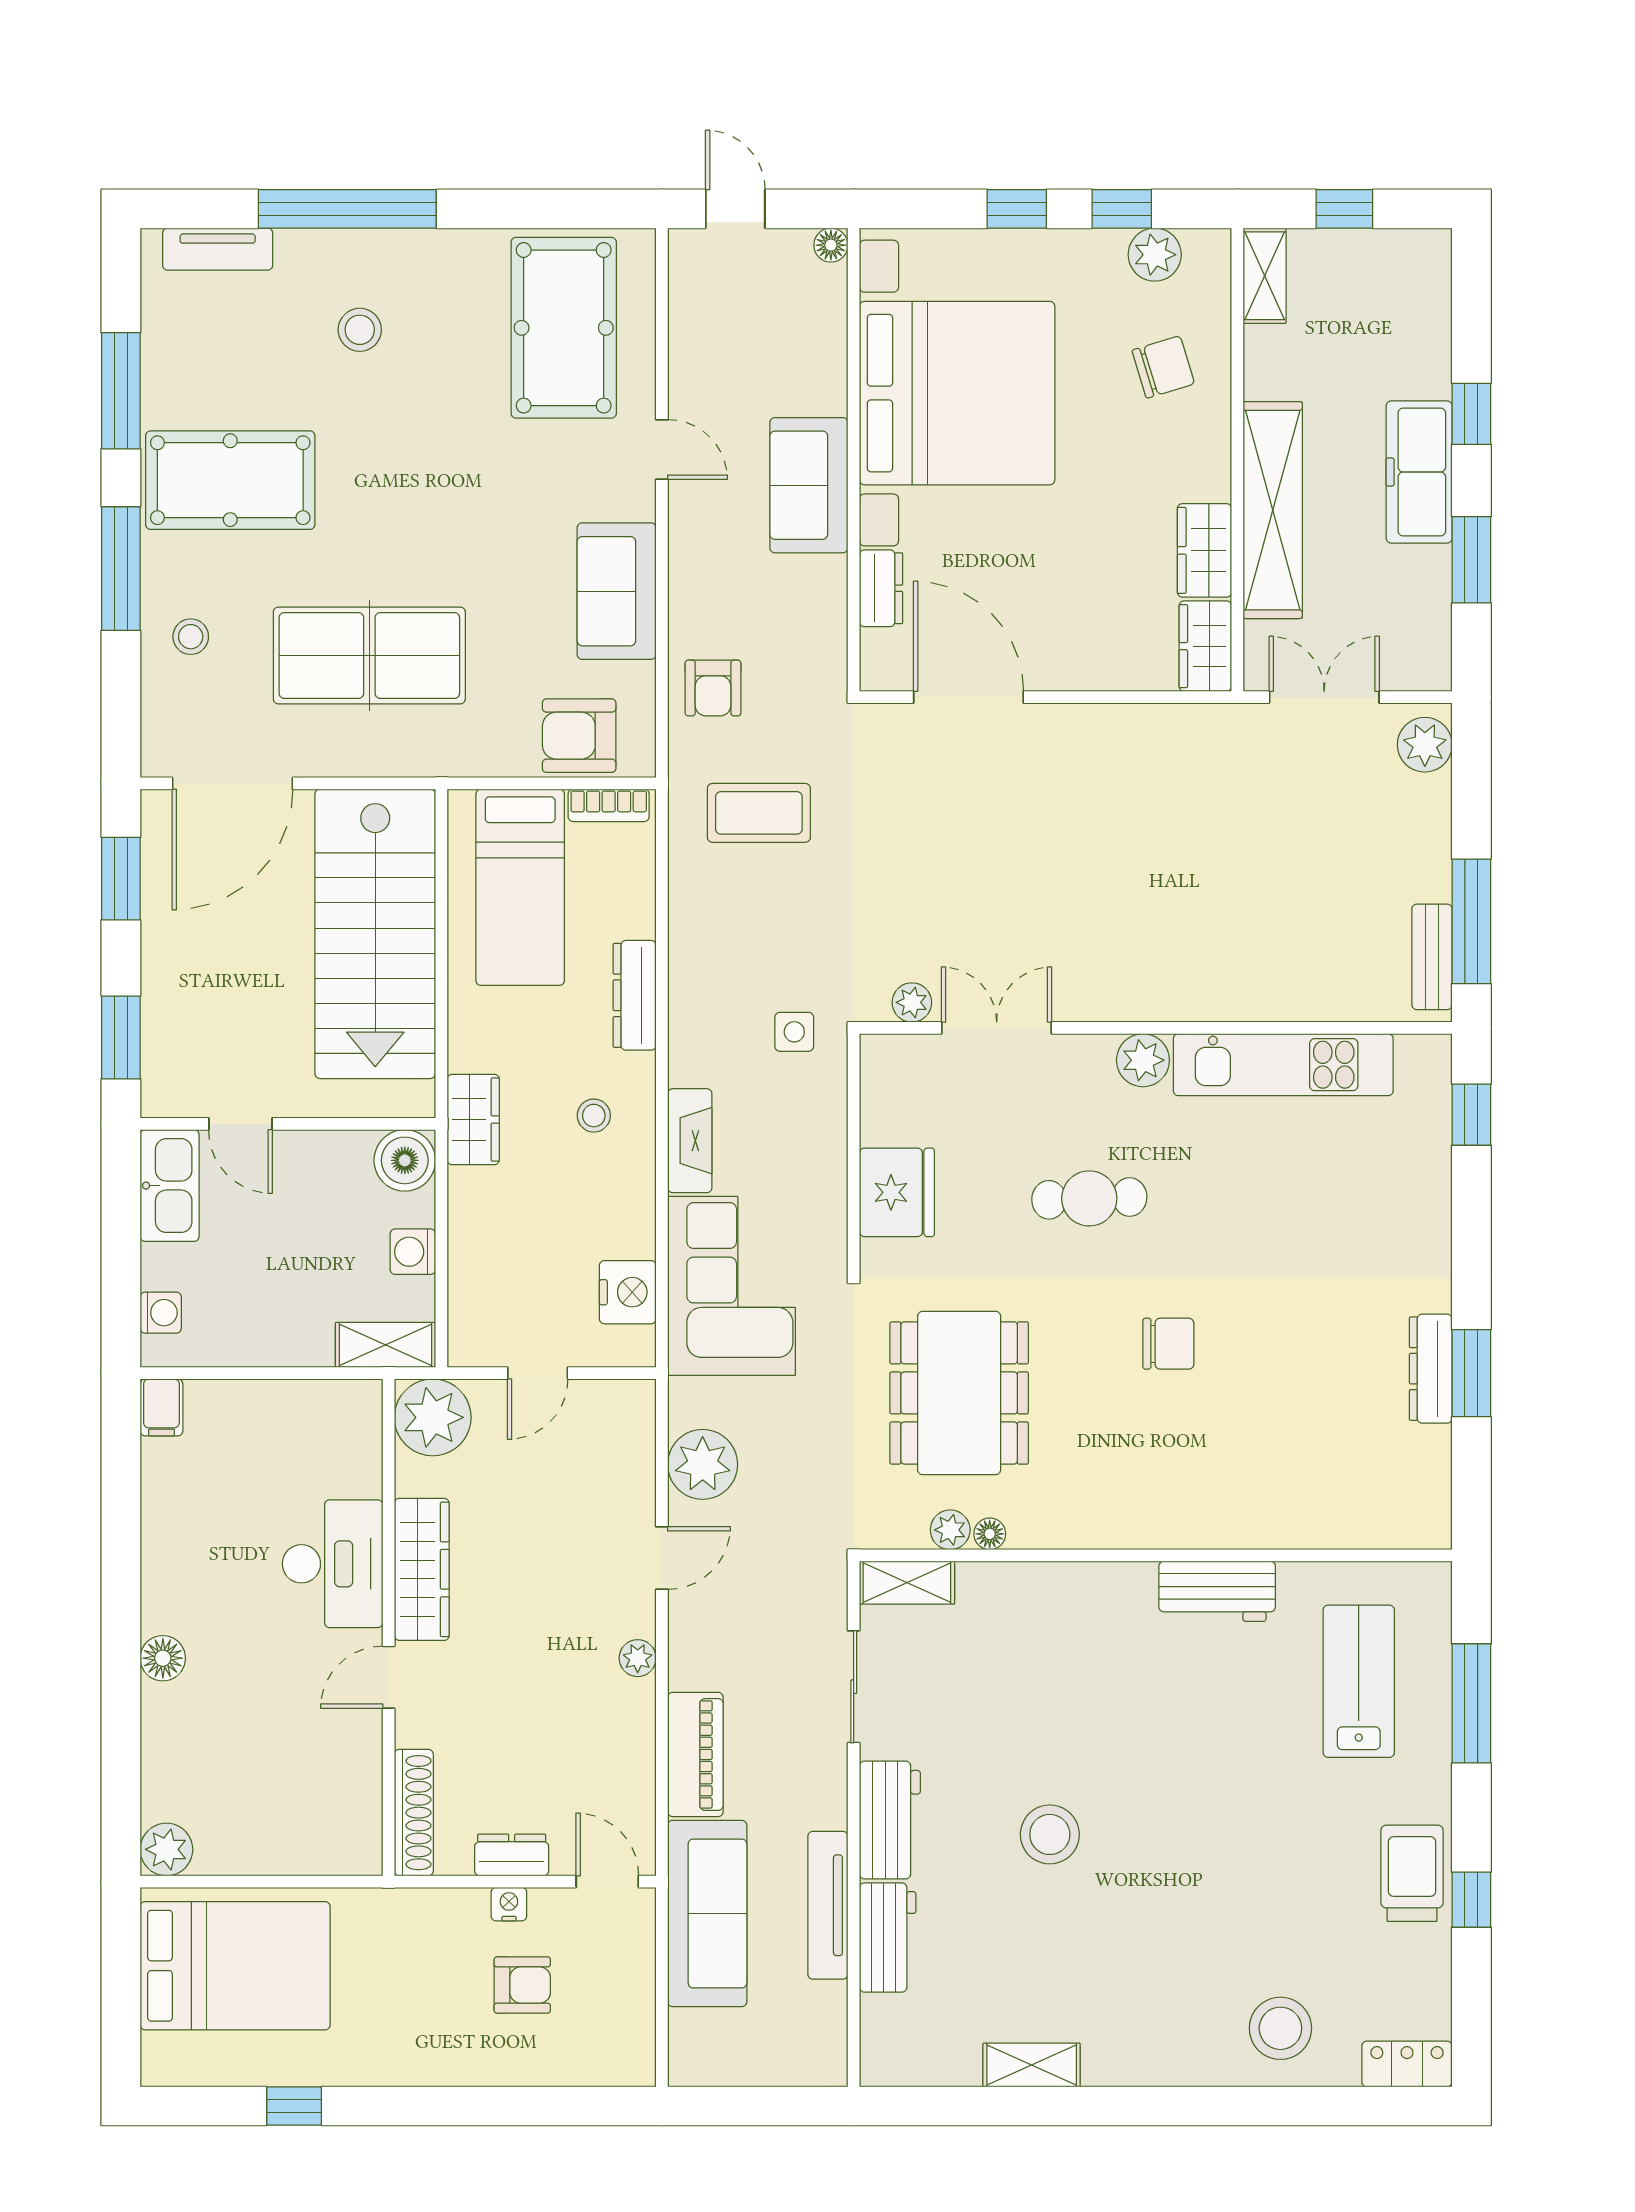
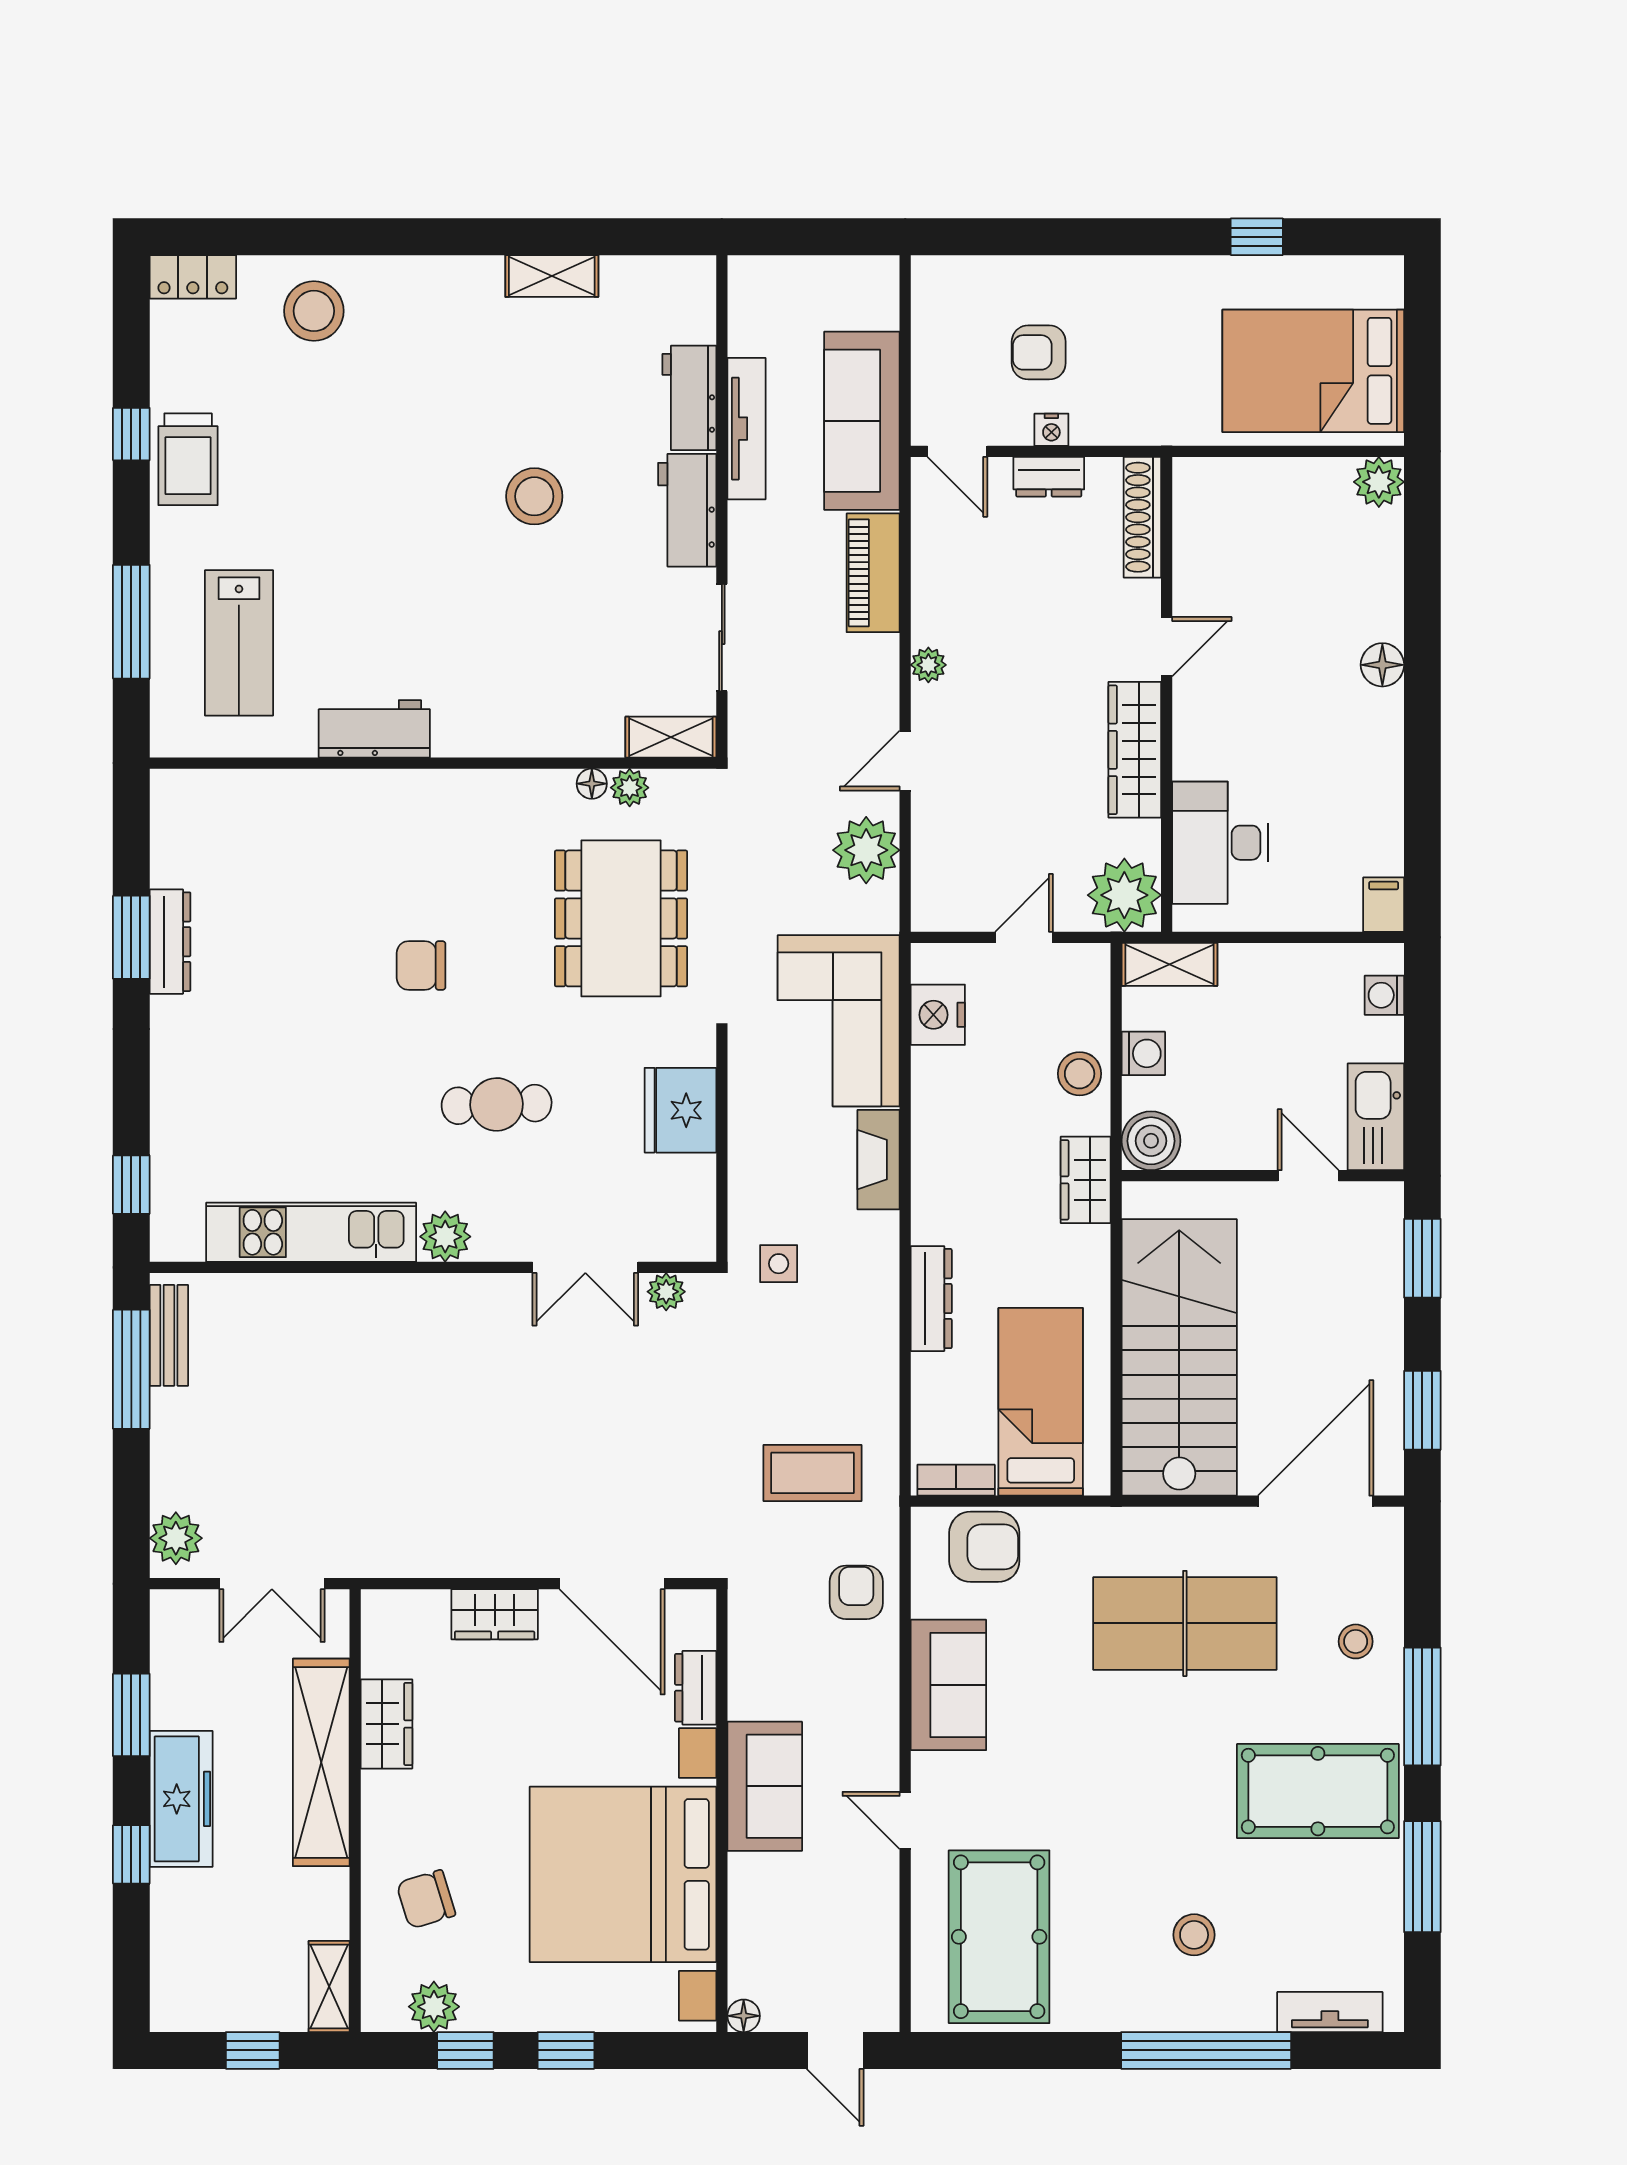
wardrobe: (1205, 646) -> (495, 1614), moved, turned 90
stool: (594, 1116) -> (1080, 1074), moved, width x1.37, depth x1.37
desk: (333, 1564) -> (1220, 843), moved

